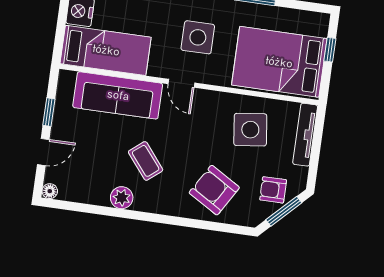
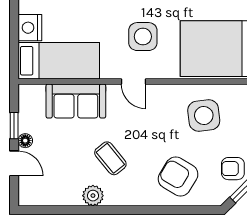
sofa: (118, 95) -> (76, 101), width x0.73
door: (43, 152) -> (14, 163), hinge flipped
floor lamp: (50, 191) -> (25, 141), moved

